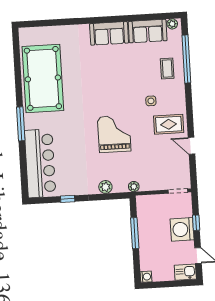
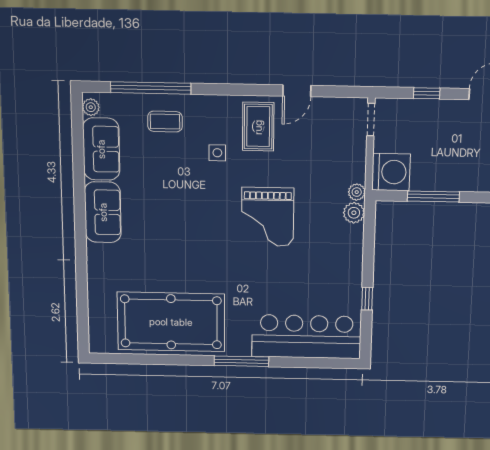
grand piano: (114, 134) -> (268, 217), turned -90
plant: (105, 187) -> (354, 213), moved
washing machine: (182, 229) -> (391, 172), moved, turned -90

